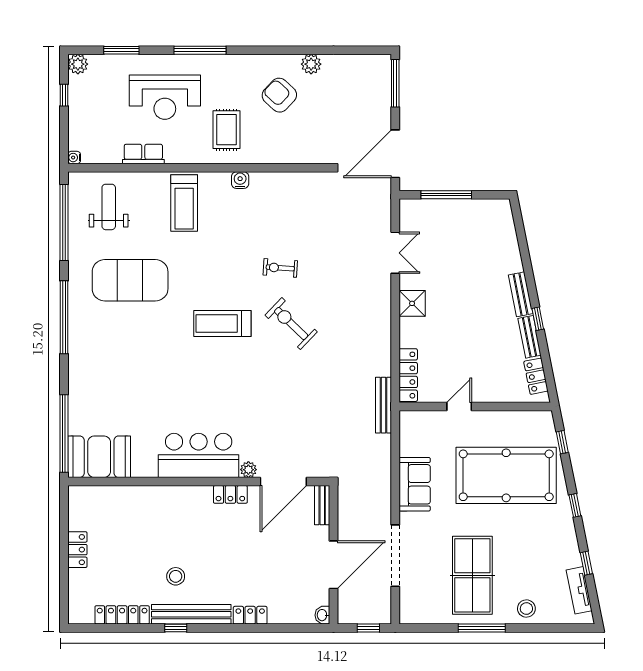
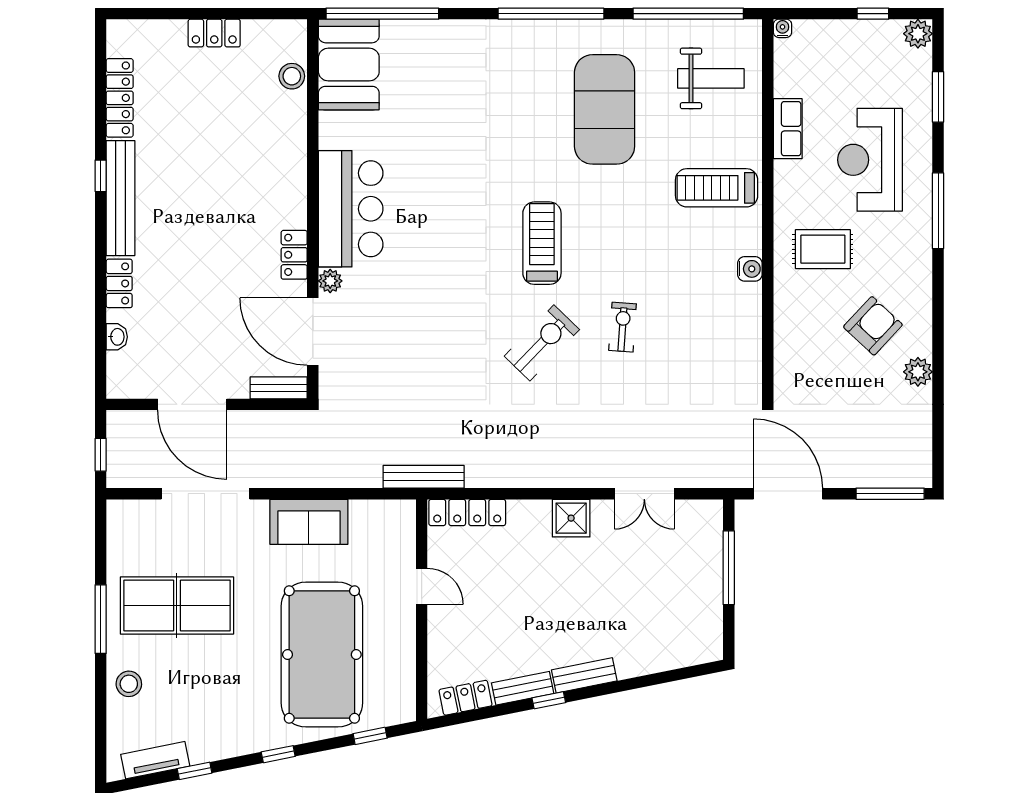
stool: (176, 576) -> (292, 76), moved
washbasin: (322, 615) -> (117, 337), moved, turned 90

